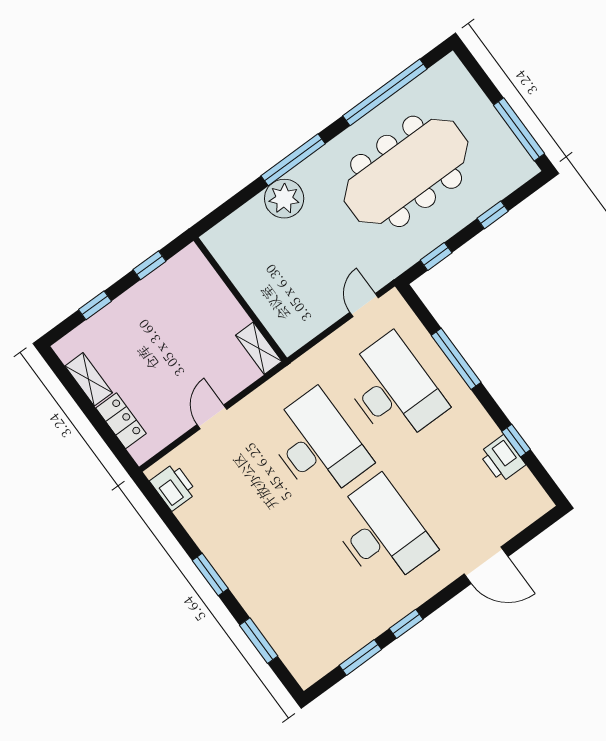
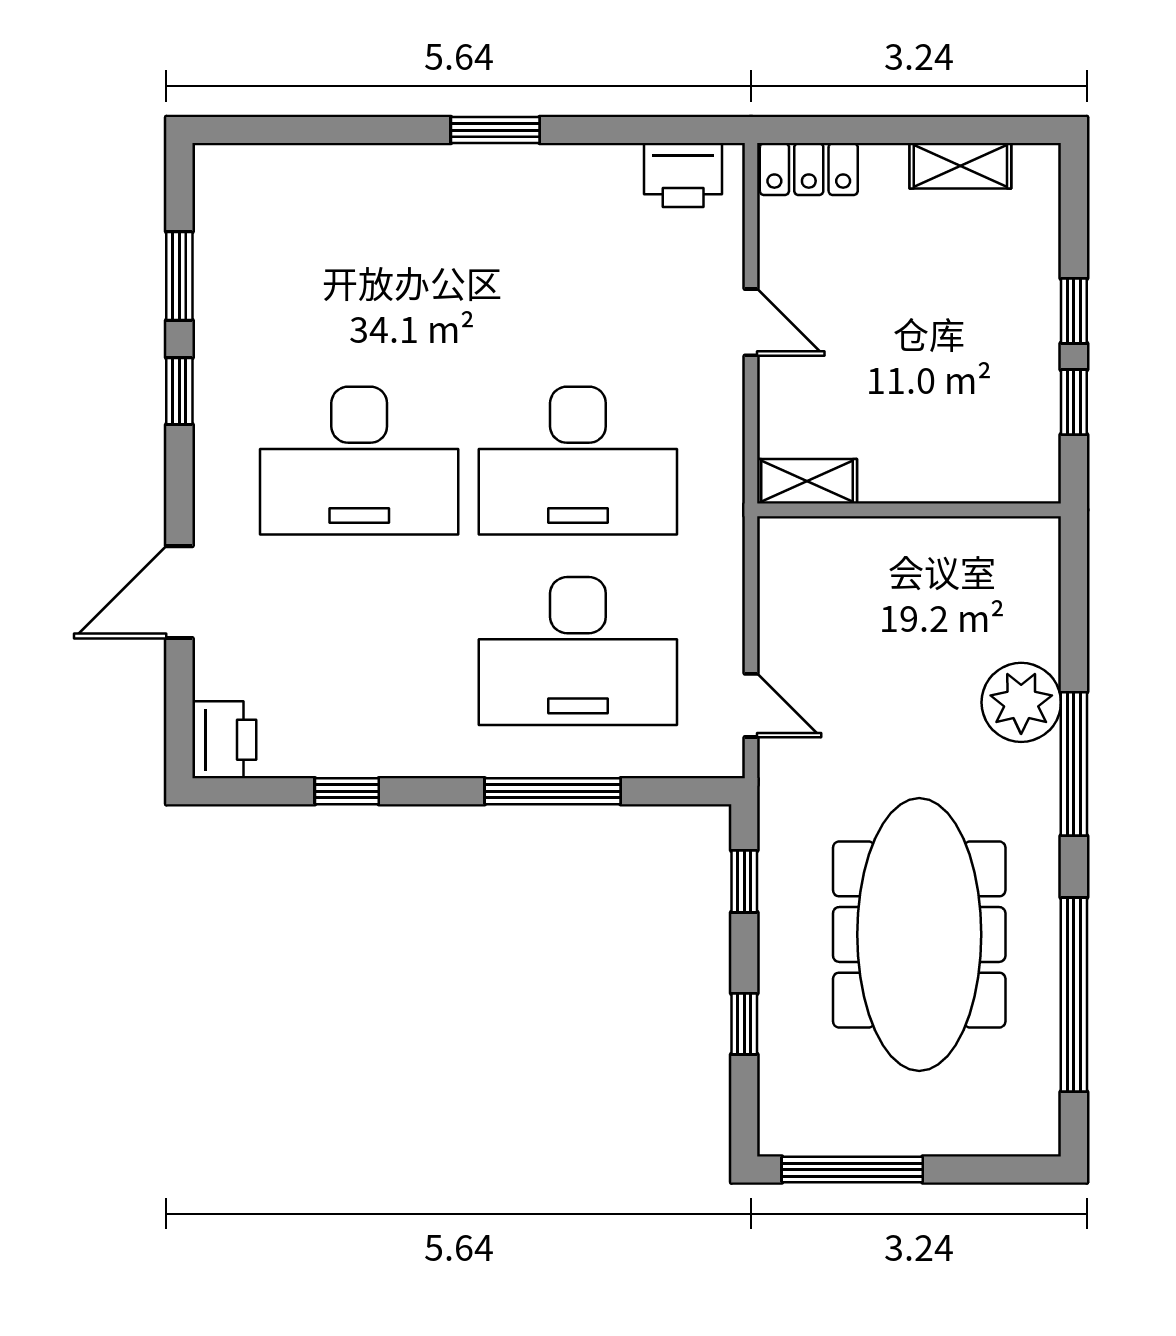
window: (95, 305) -> (1074, 311), moved
locker: (121, 421) -> (809, 169), moved
printer: (502, 459) -> (224, 740), moved, turned 90
window: (259, 641) -> (329, 130), removed

